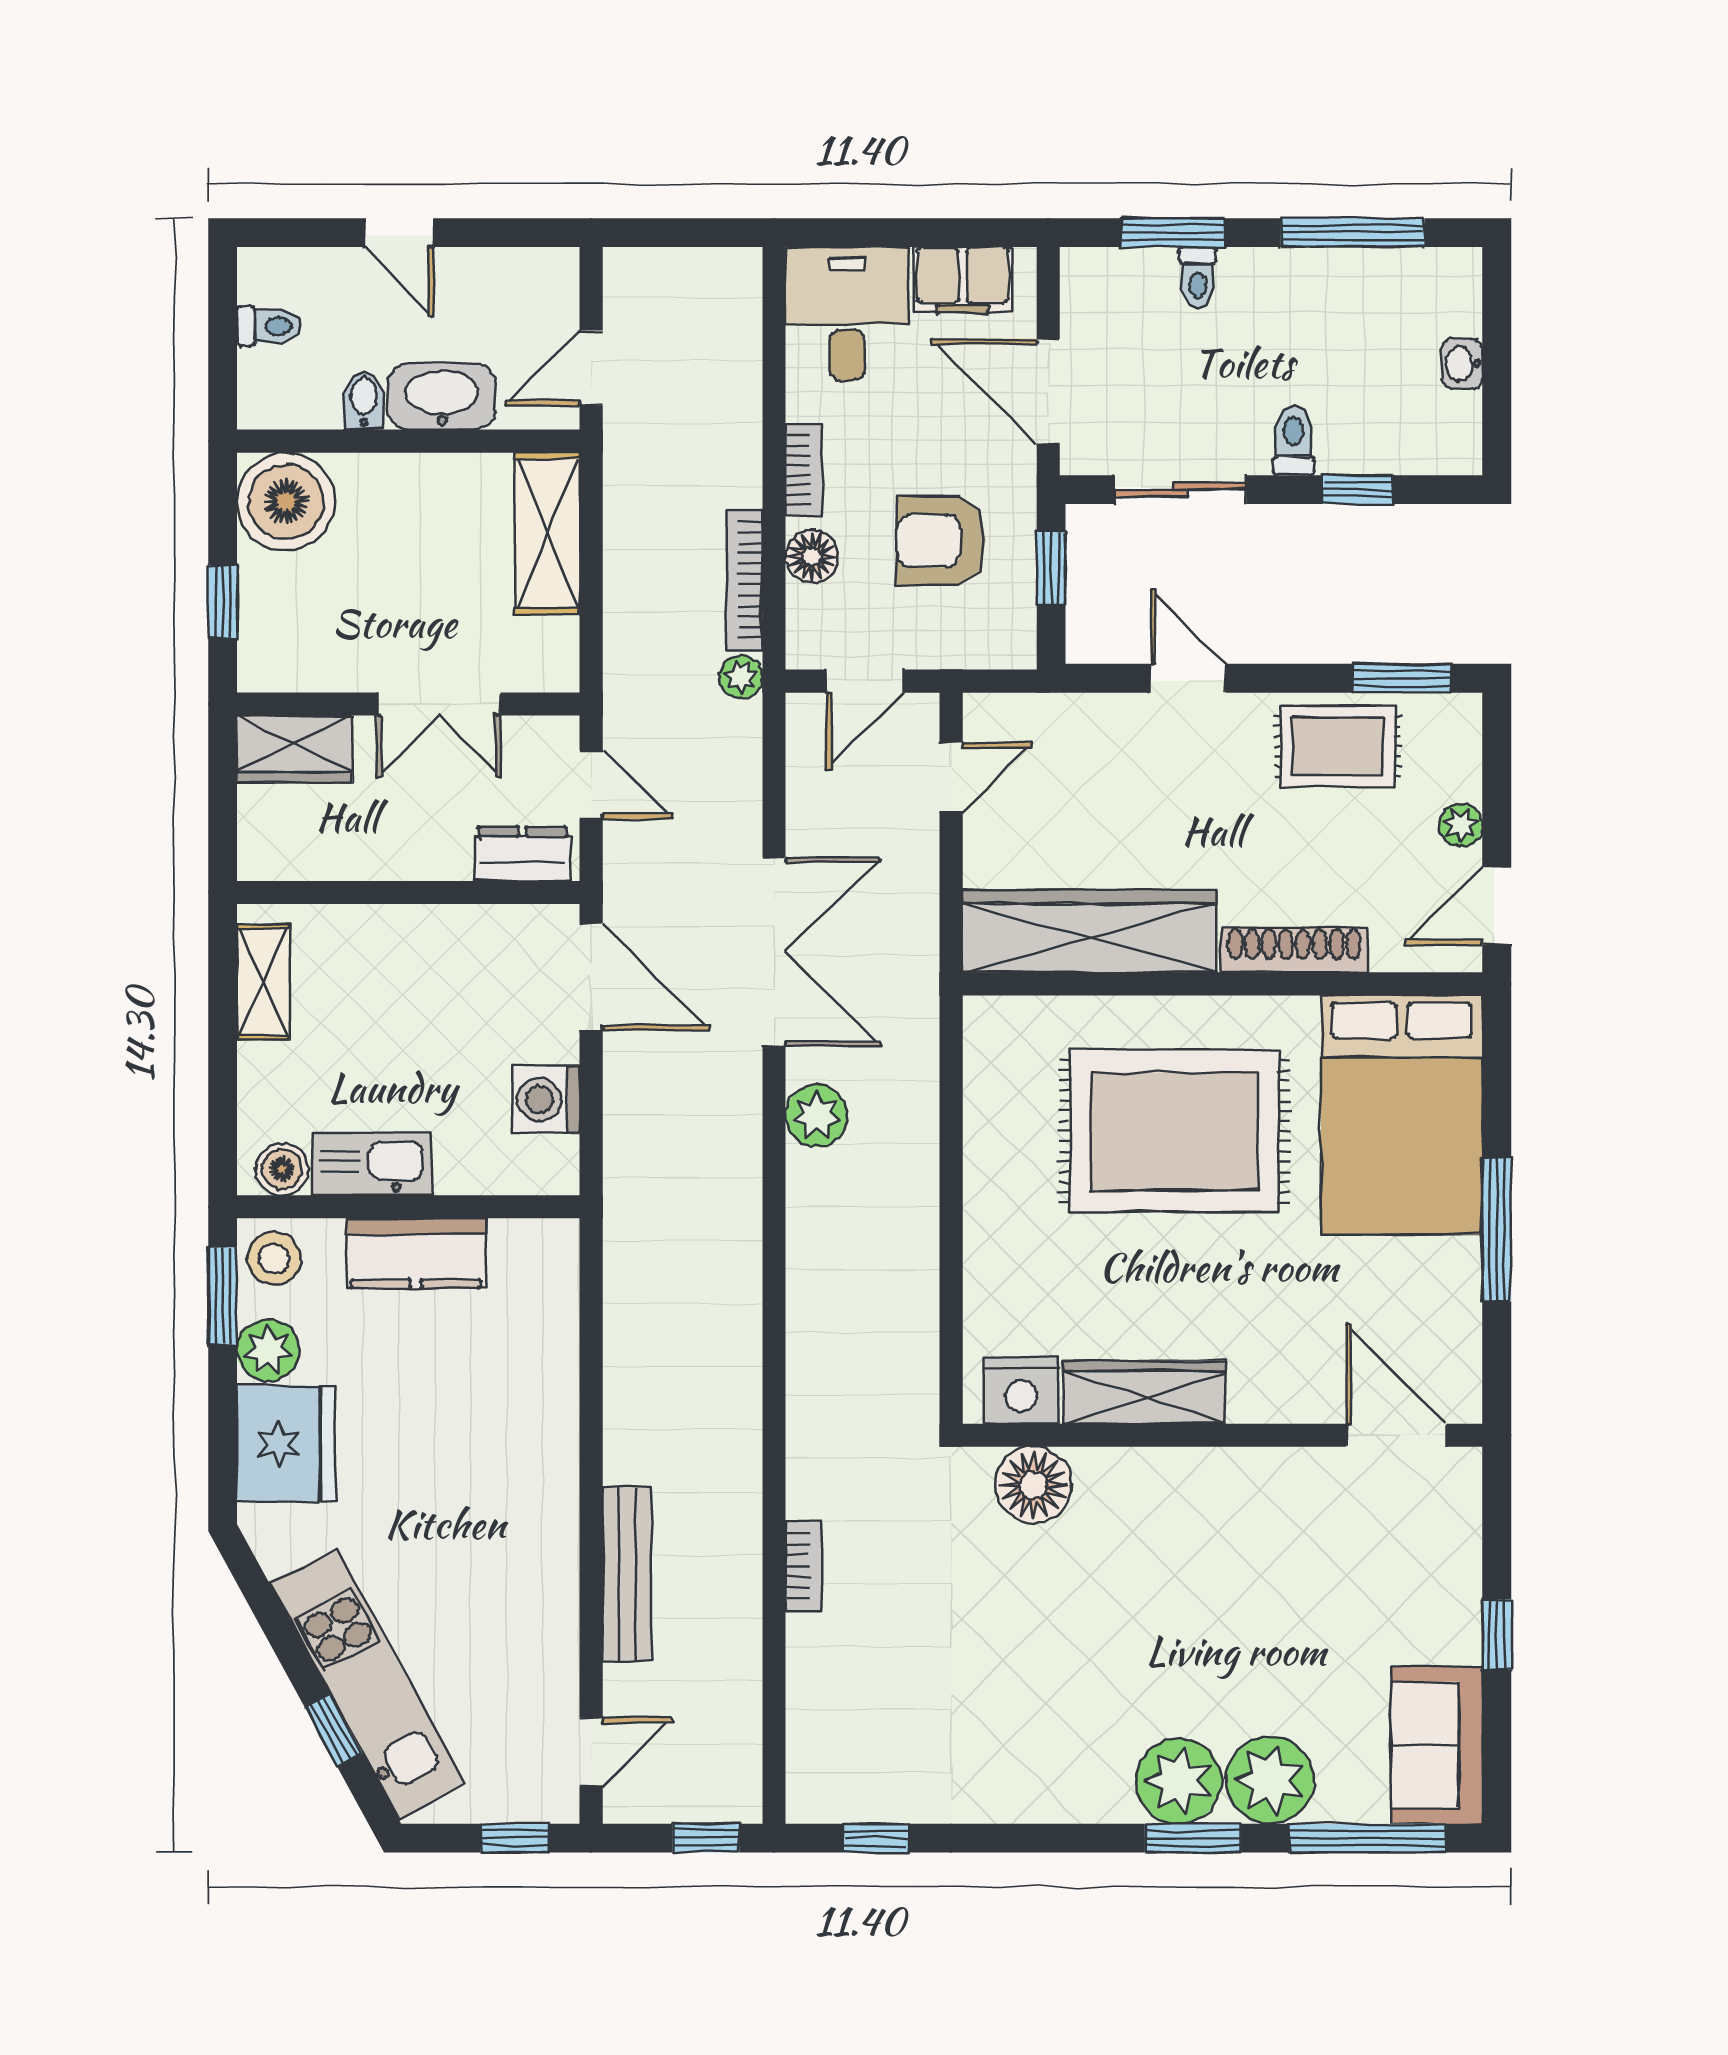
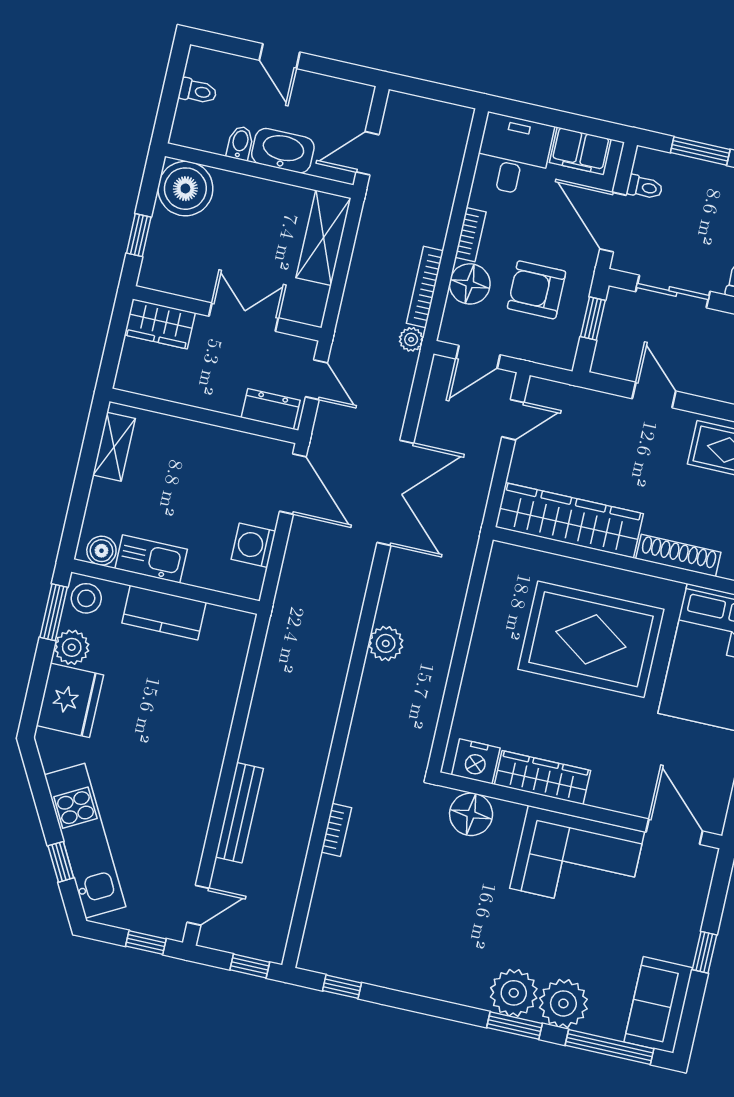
toilet: (1198, 277) -> (645, 187), moved, turned -90
floor lamp: (812, 557) -> (470, 284), width x1.38, depth x1.38
double door: (439, 704) -> (244, 317), swing flipped
plant: (817, 1116) -> (386, 643), moved
corner sofa: (1237, 1523) -> (577, 860), added

